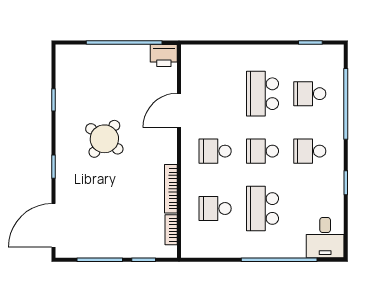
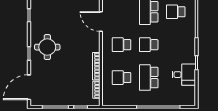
door: (179, 111) -> (101, 21), hinge flipped
round table: (104, 139) -> (47, 47), moved, turned -37
school desk: (310, 151) -> (176, 45), removed
desk: (325, 238) -> (184, 75), moved, turned -90

